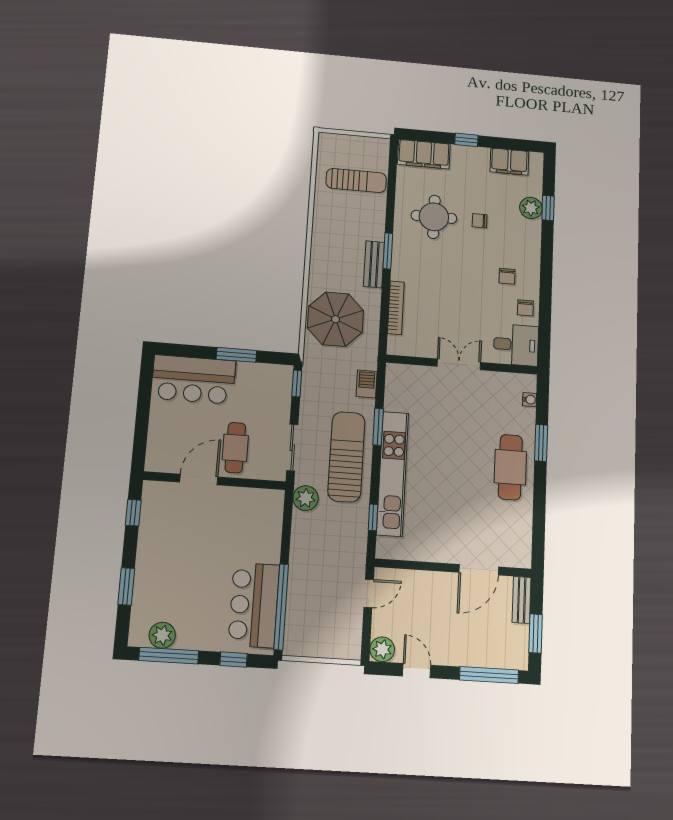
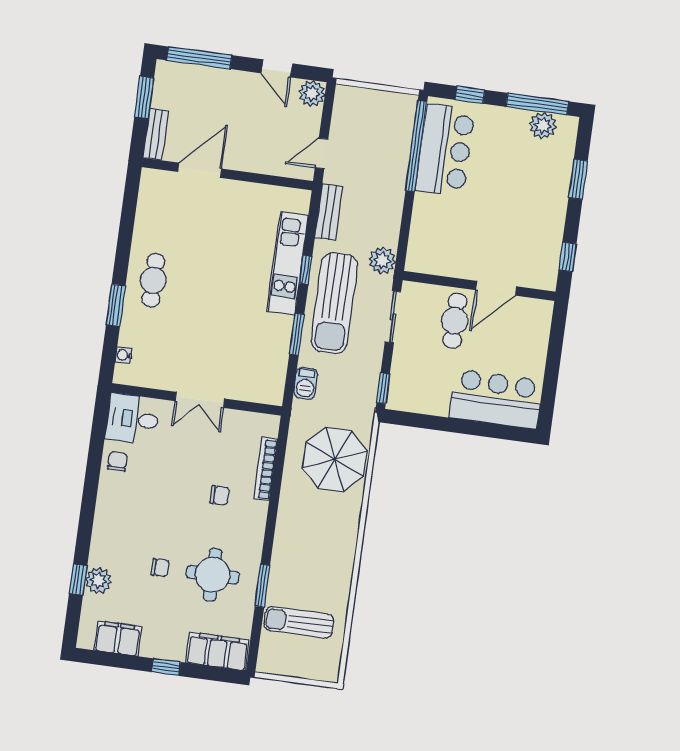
window: (388, 251) -> (262, 586), moved
bench: (374, 264) -> (329, 212), moved
chair: (507, 276) -> (220, 495), moved, turned 90
window: (236, 355) -> (447, 424), removed
cafe table: (510, 467) -> (153, 280), width x0.73, depth x0.74
kitchen unit: (393, 474) -> (288, 263), width x0.73
window: (373, 517) -> (306, 270), moved

